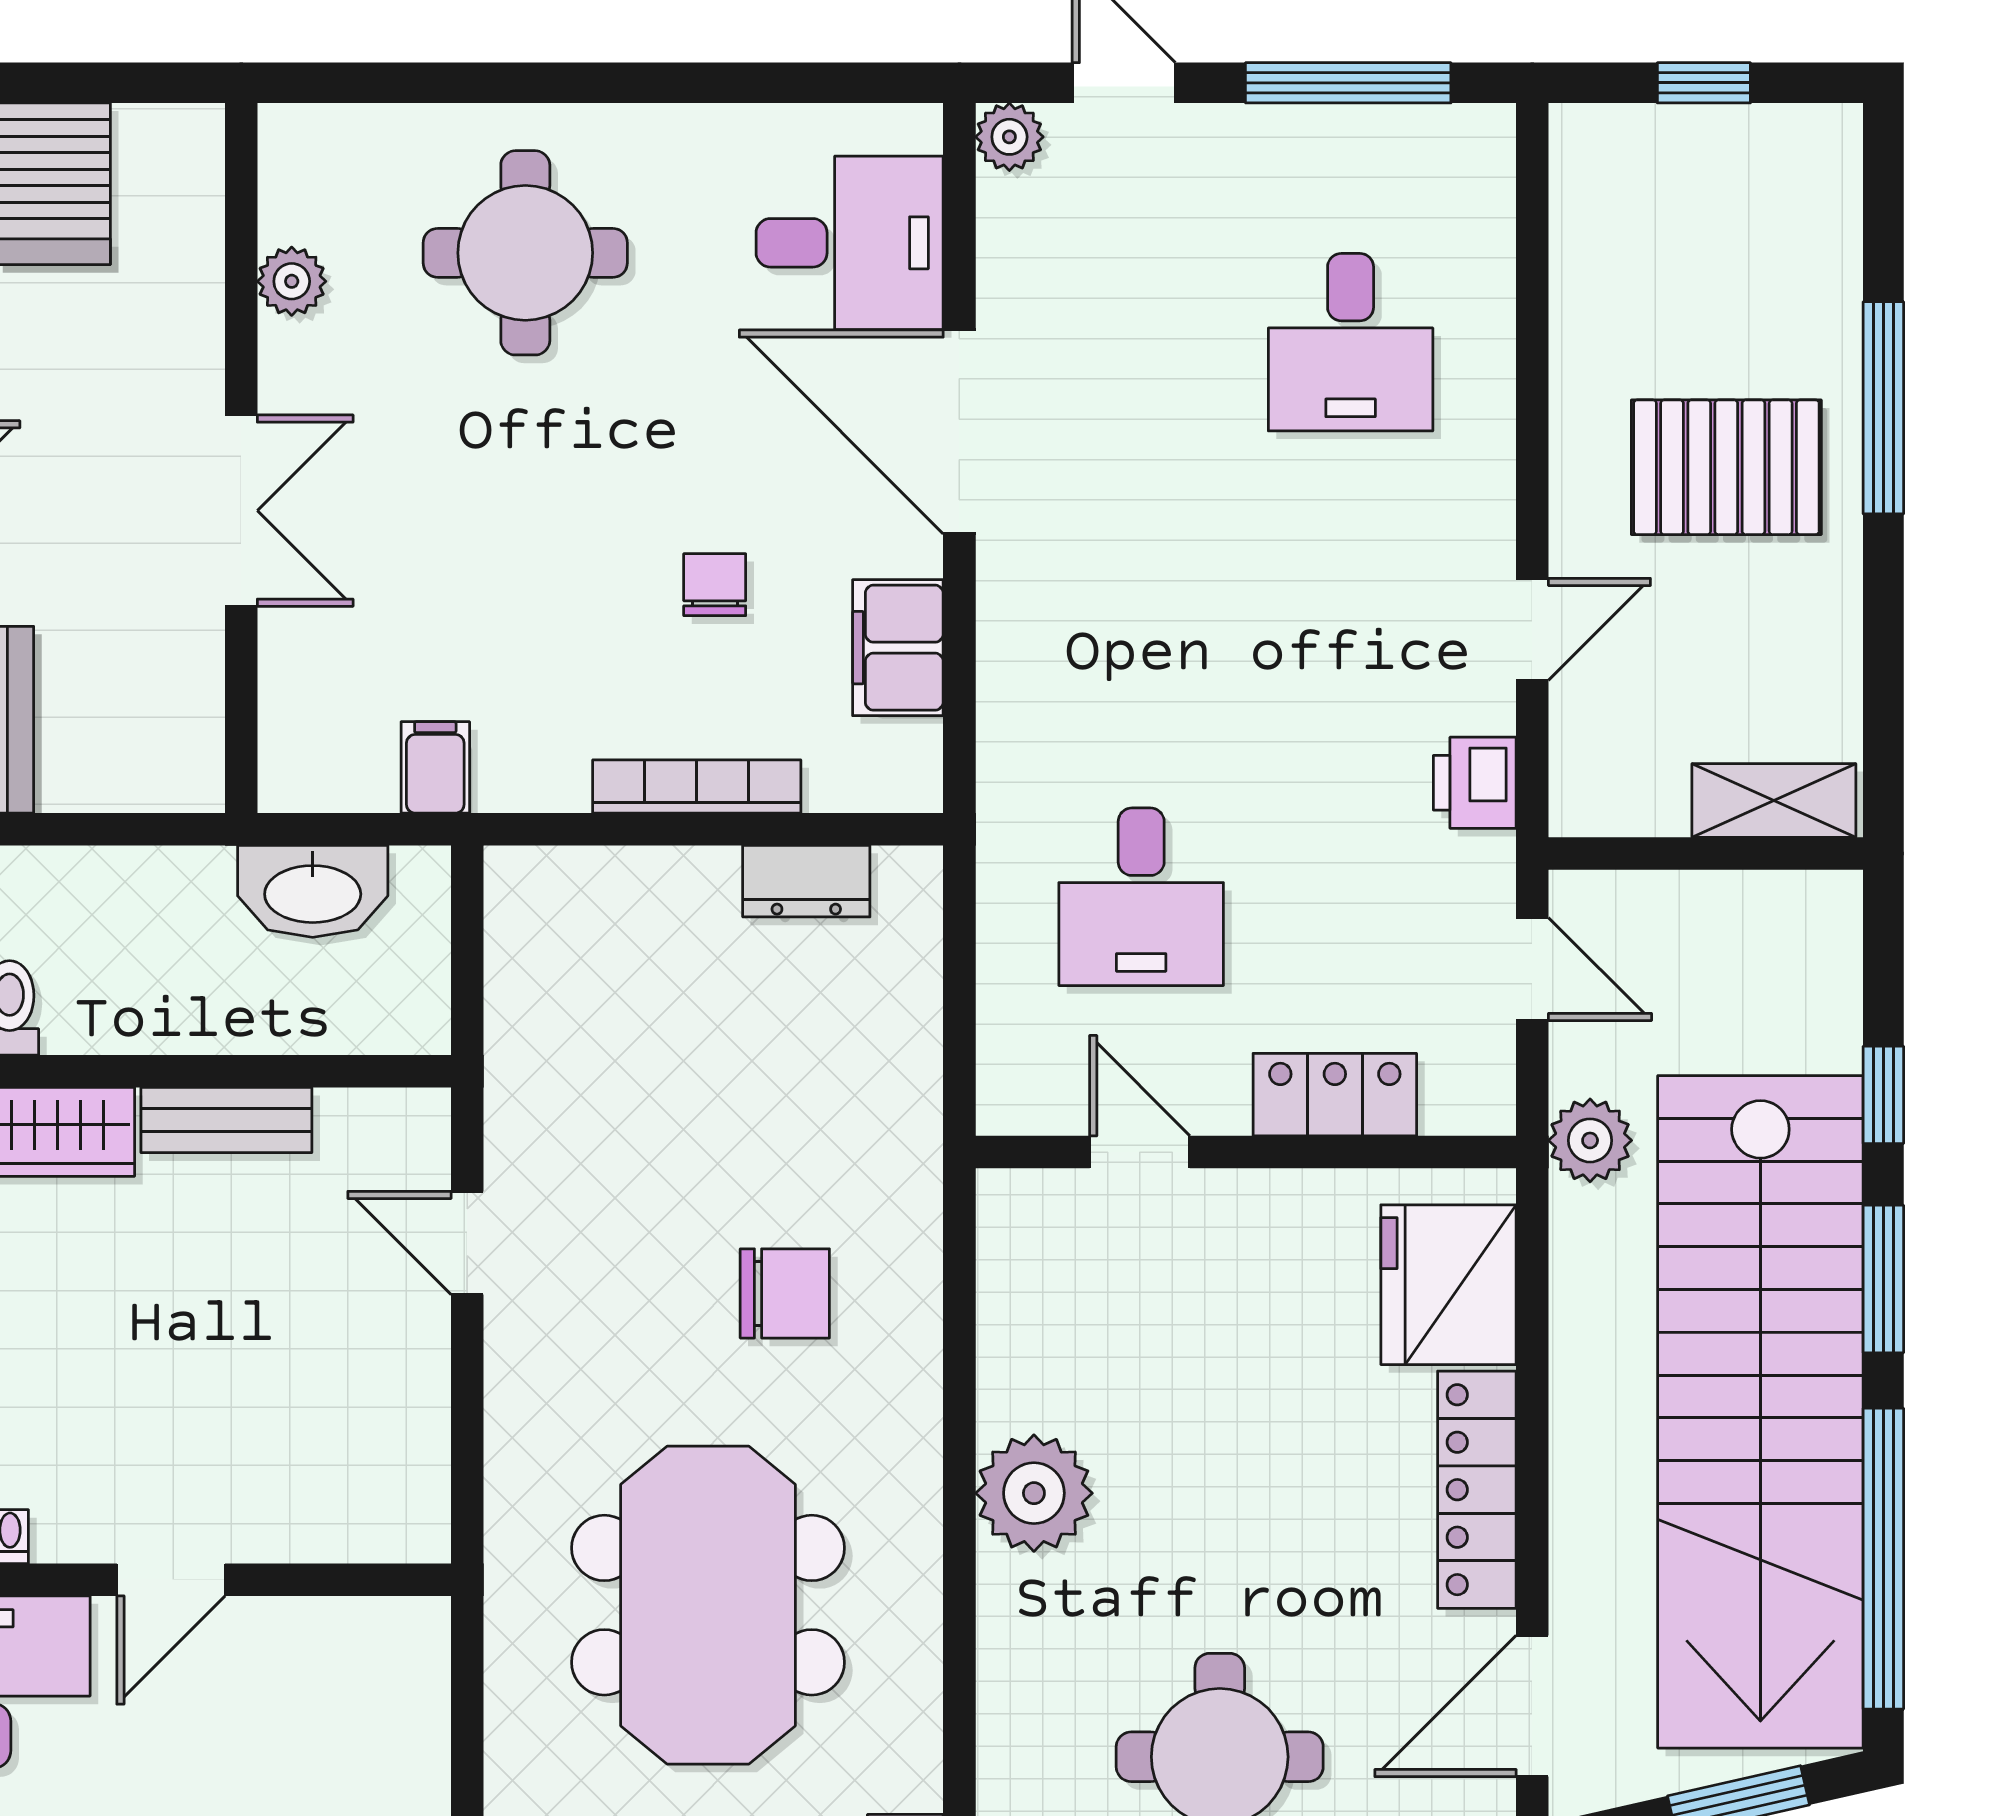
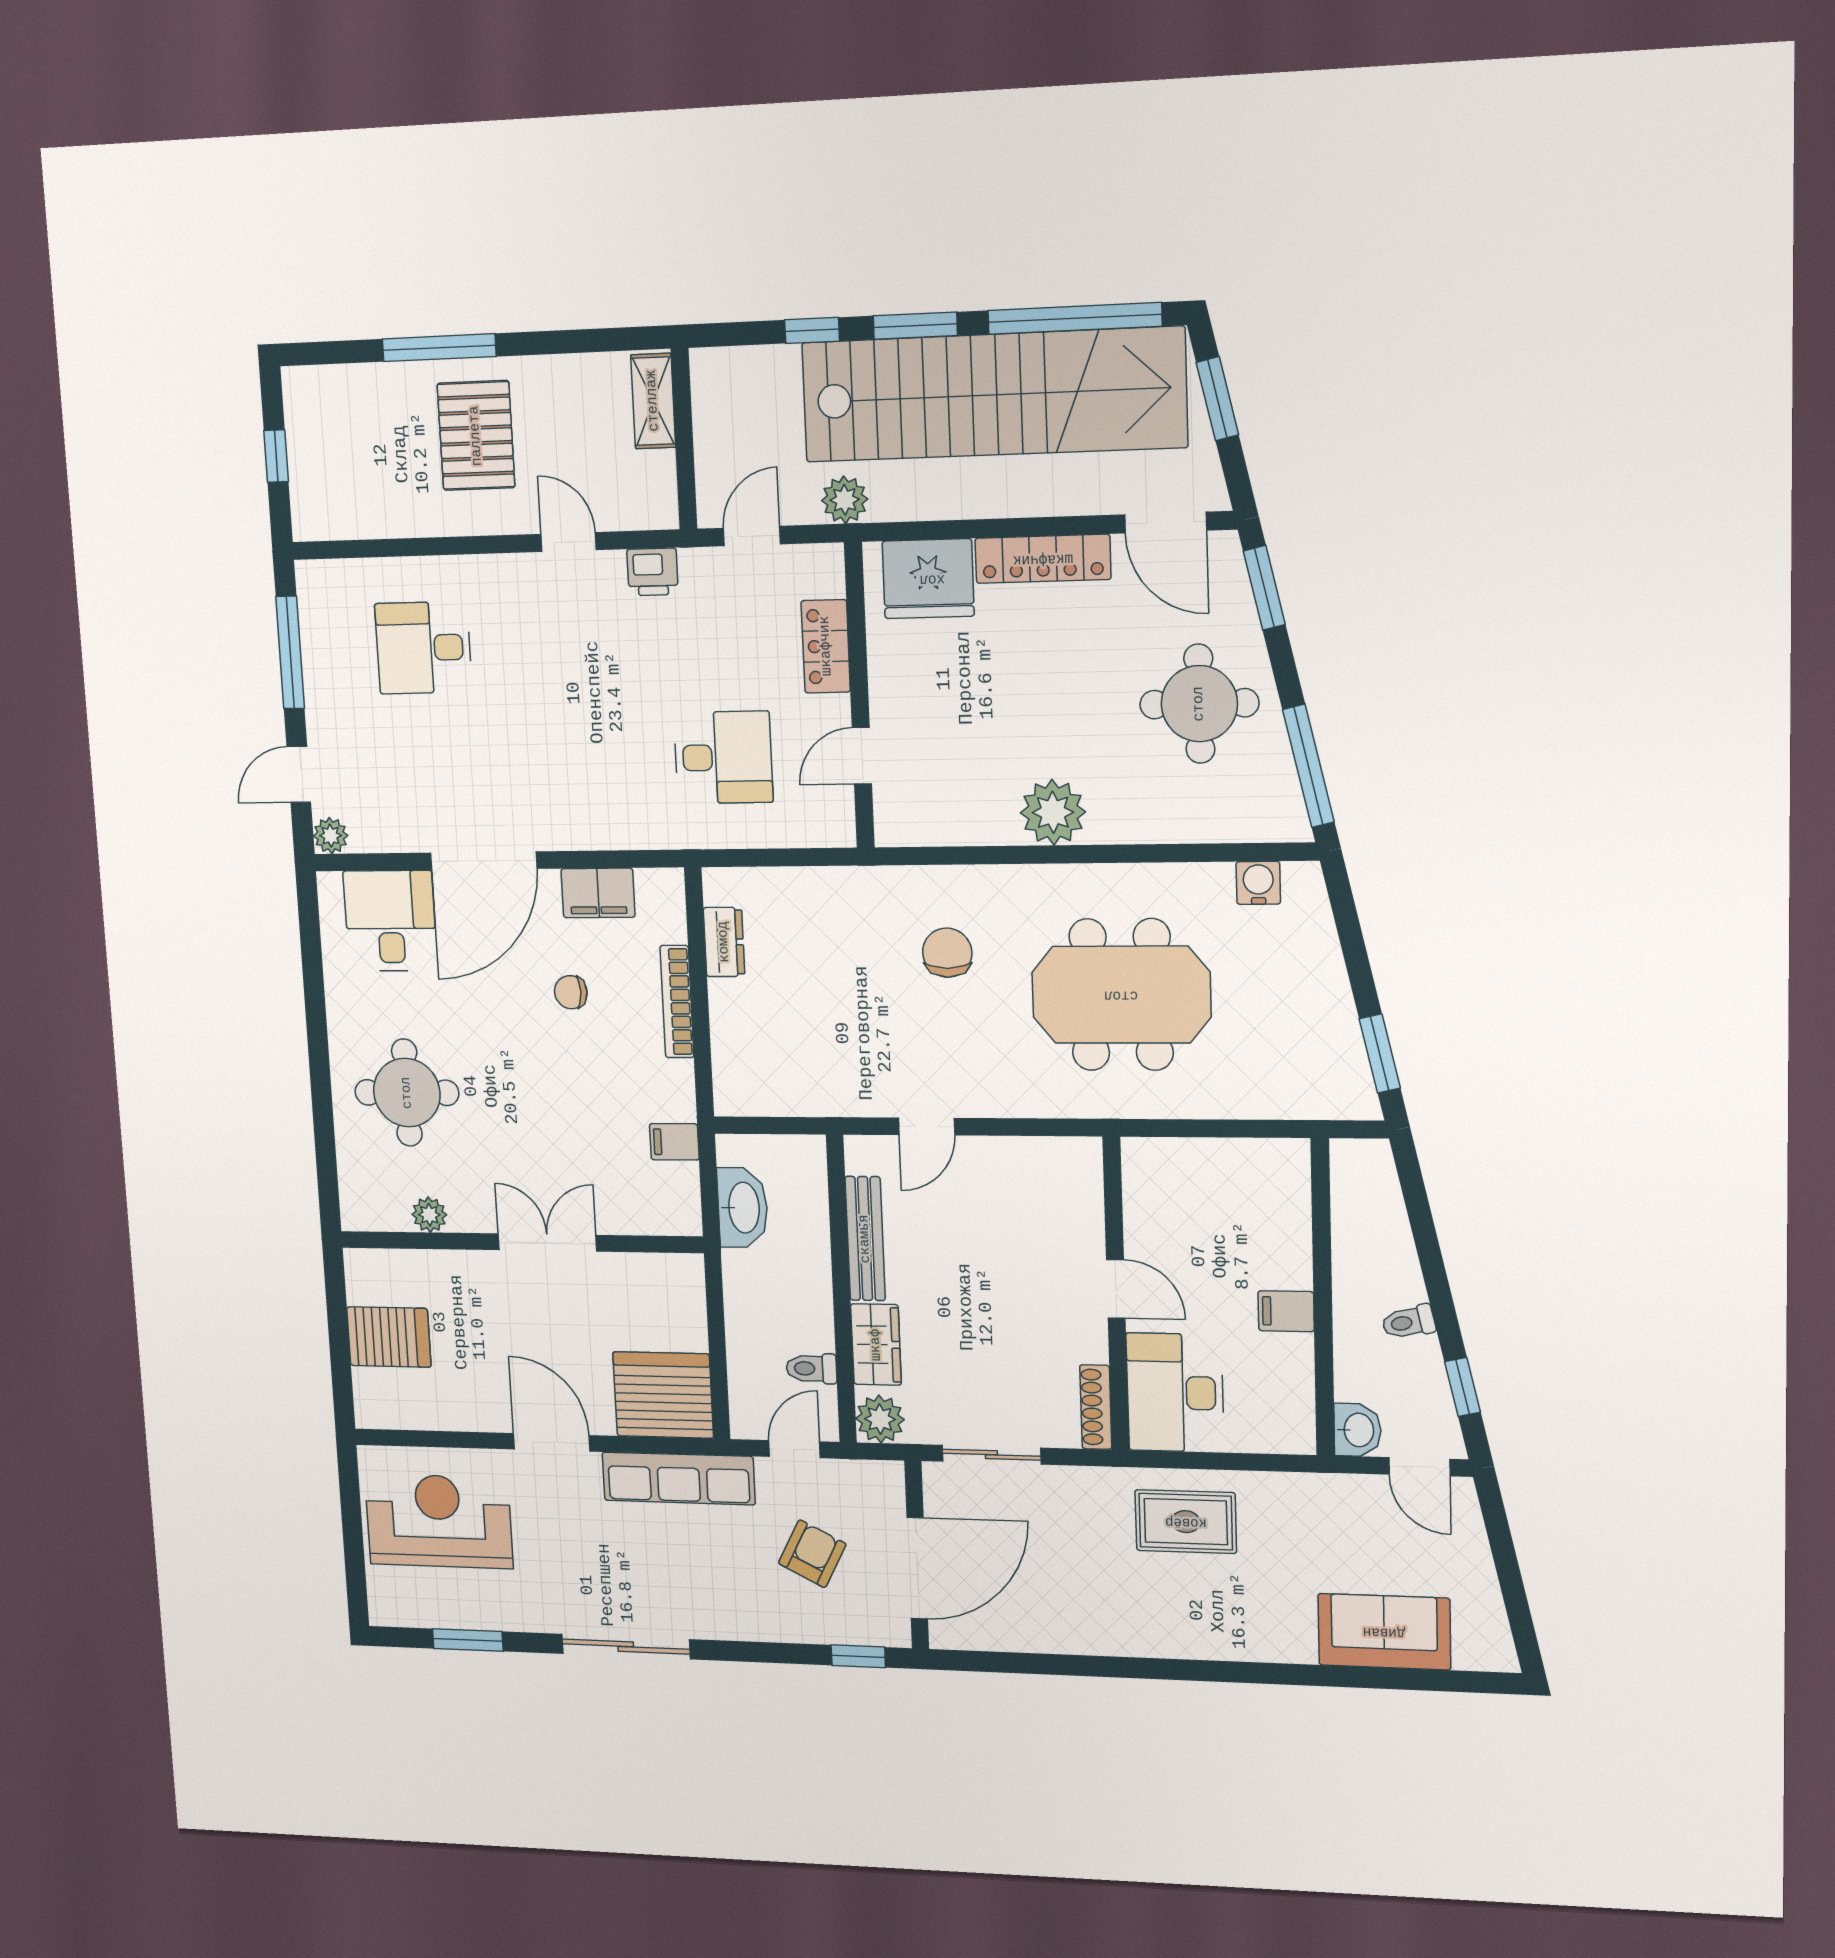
desk: (1351, 342) -> (424, 648), turned 180
bench: (226, 1120) -> (865, 1239), width x1.36

